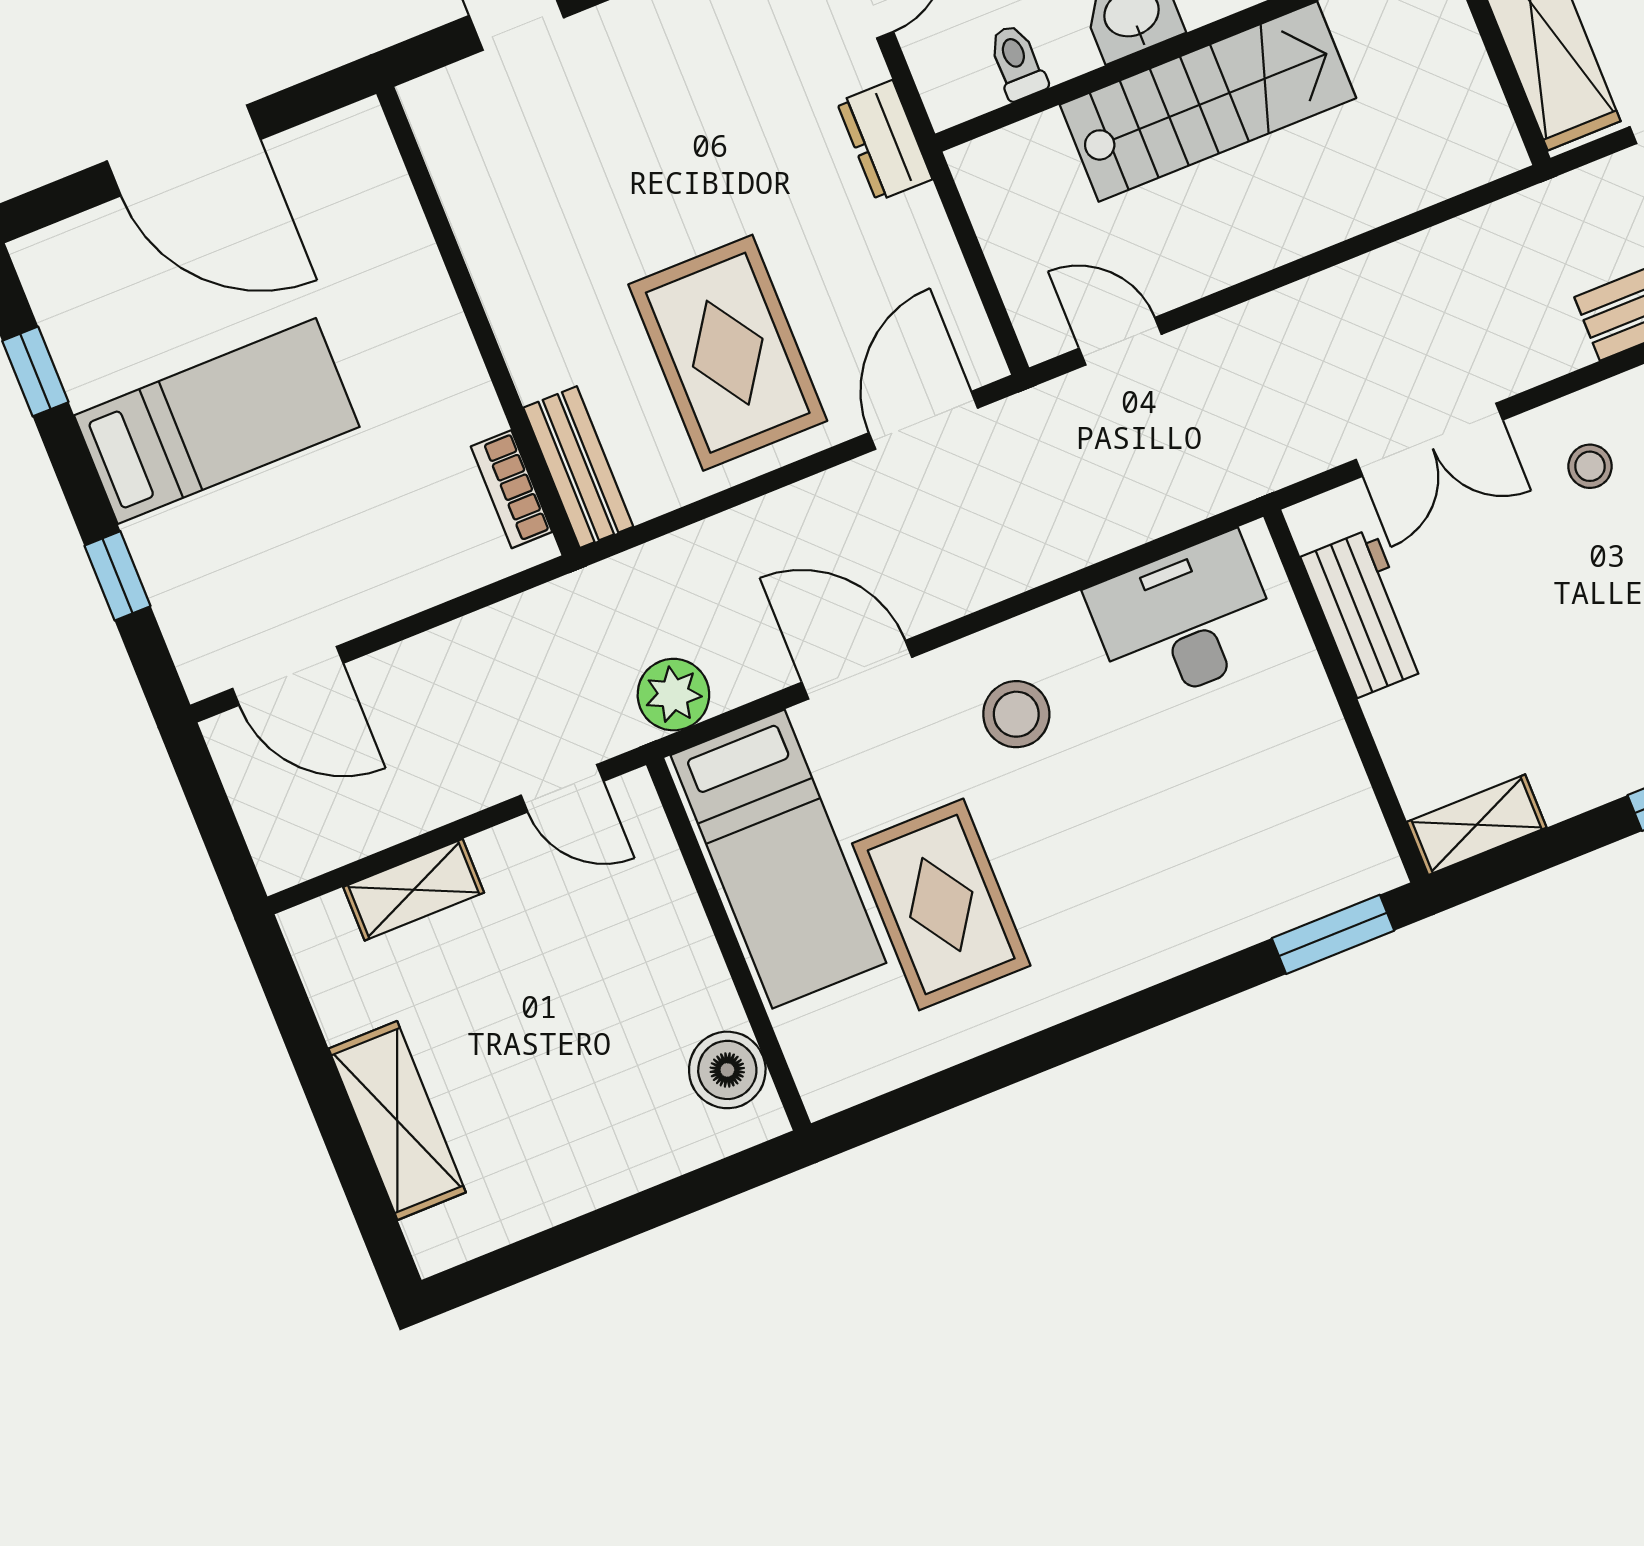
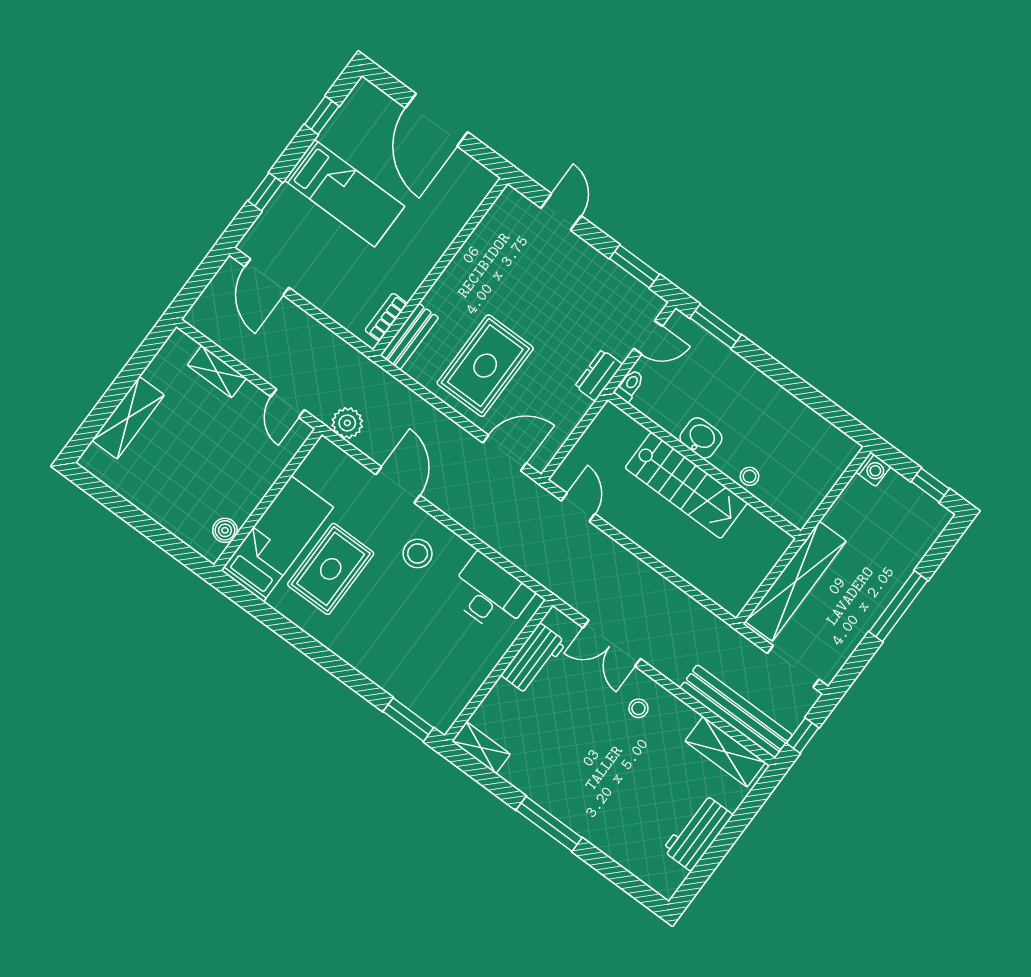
toilet: (1017, 62) -> (629, 386), moved
bed: (778, 859) -> (277, 539), moved, turned 180
boiler: (727, 1070) -> (225, 530), width x0.73, depth x0.73

